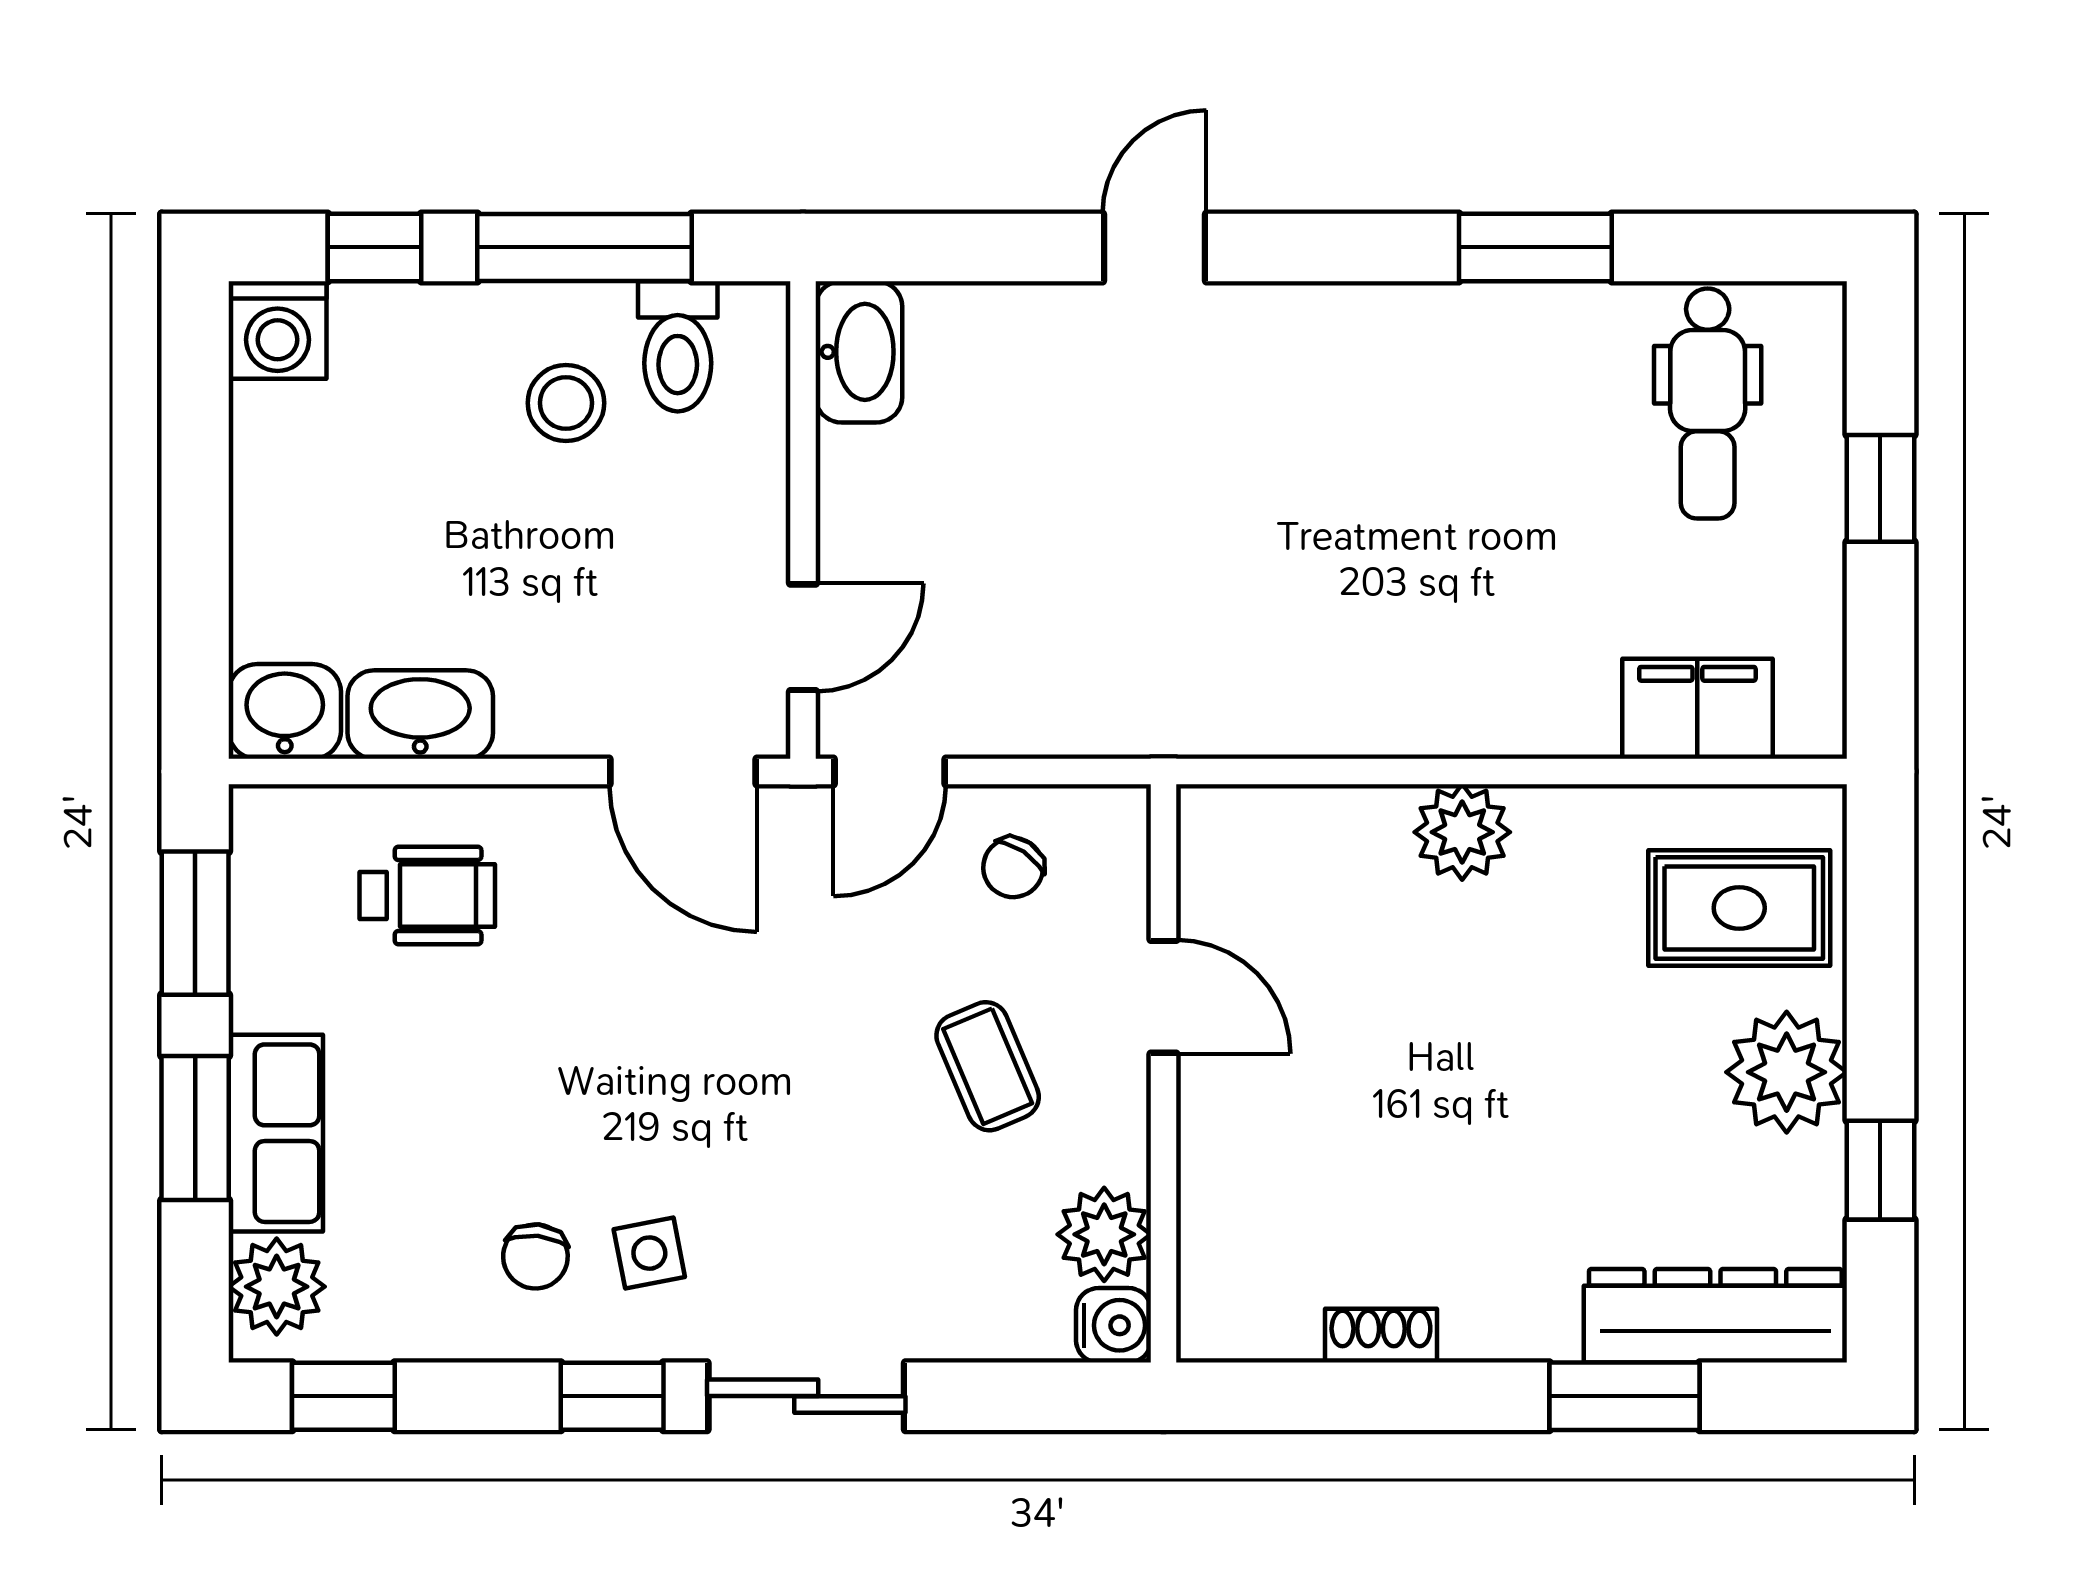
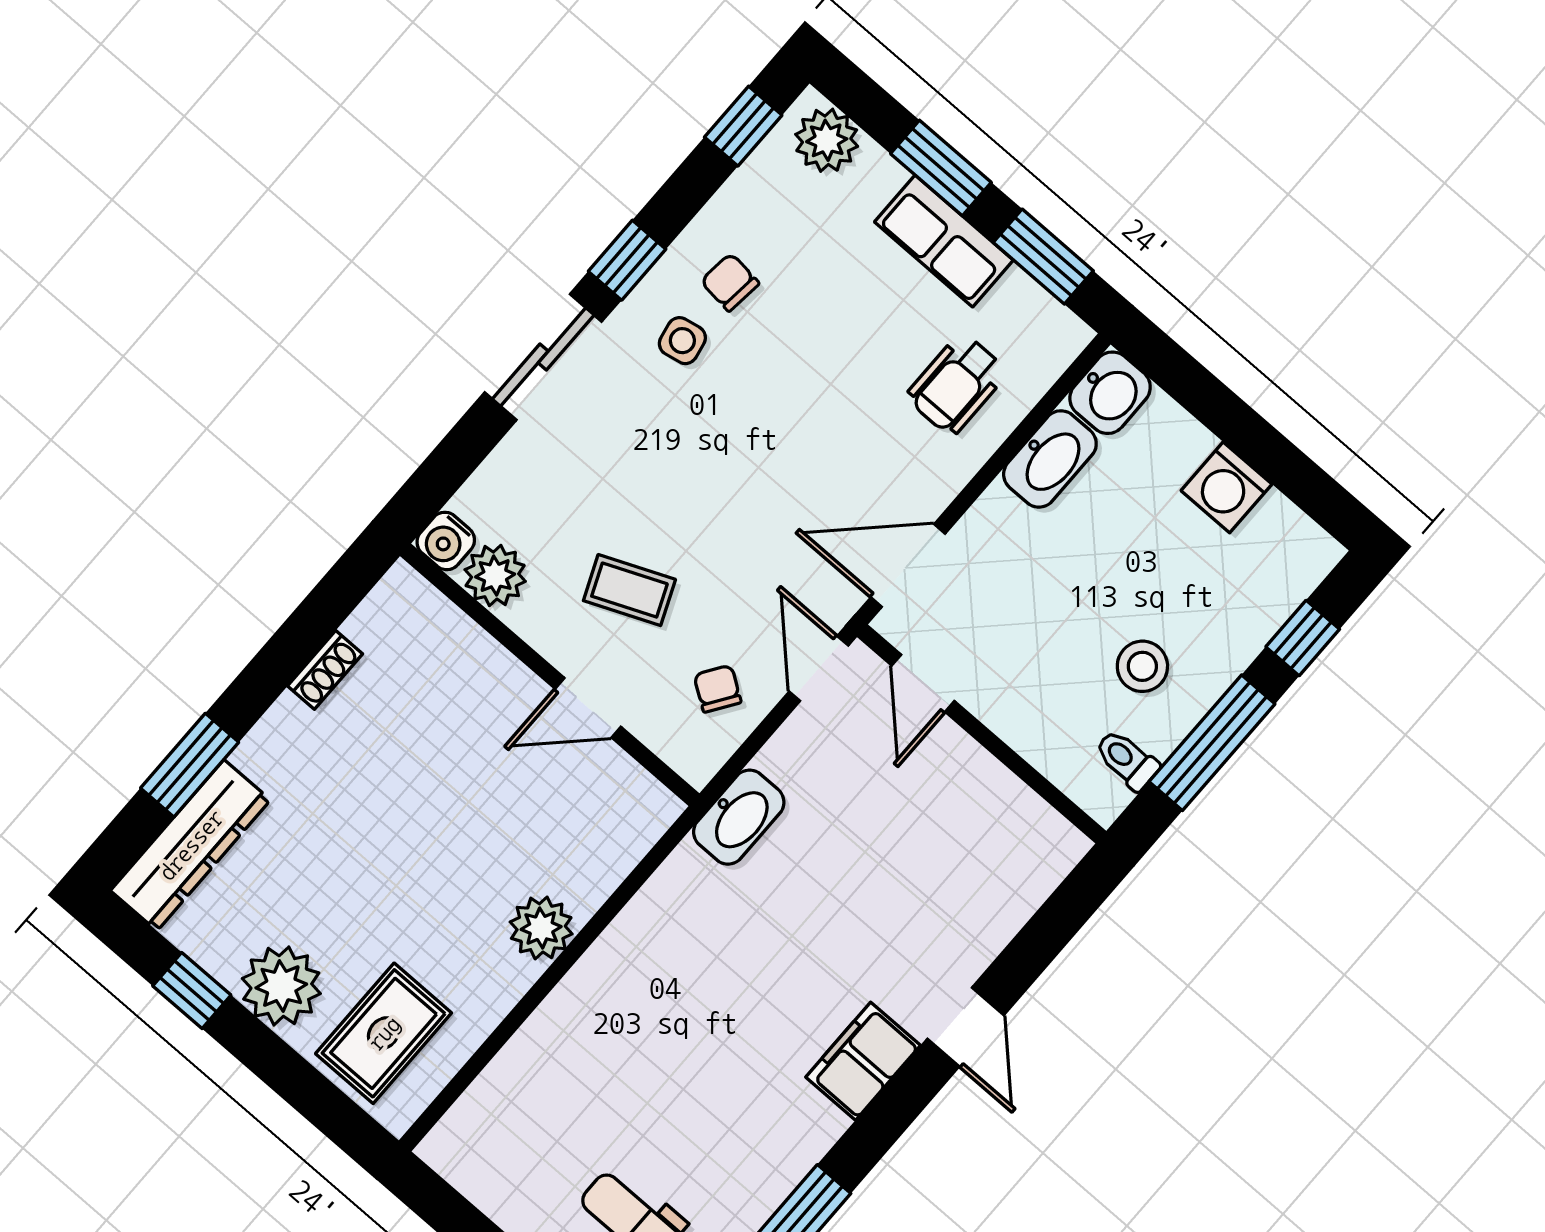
washing machine: (278, 330) -> (1226, 487), moved, turned -90
toilet: (678, 346) -> (1127, 760), width x0.73, depth x0.72
washbasin: (859, 352) -> (739, 817), moved, turned -90
filing cabinet: (1697, 709) -> (863, 1061), moved, turned 180
row of seats: (276, 1133) -> (944, 241), moved

